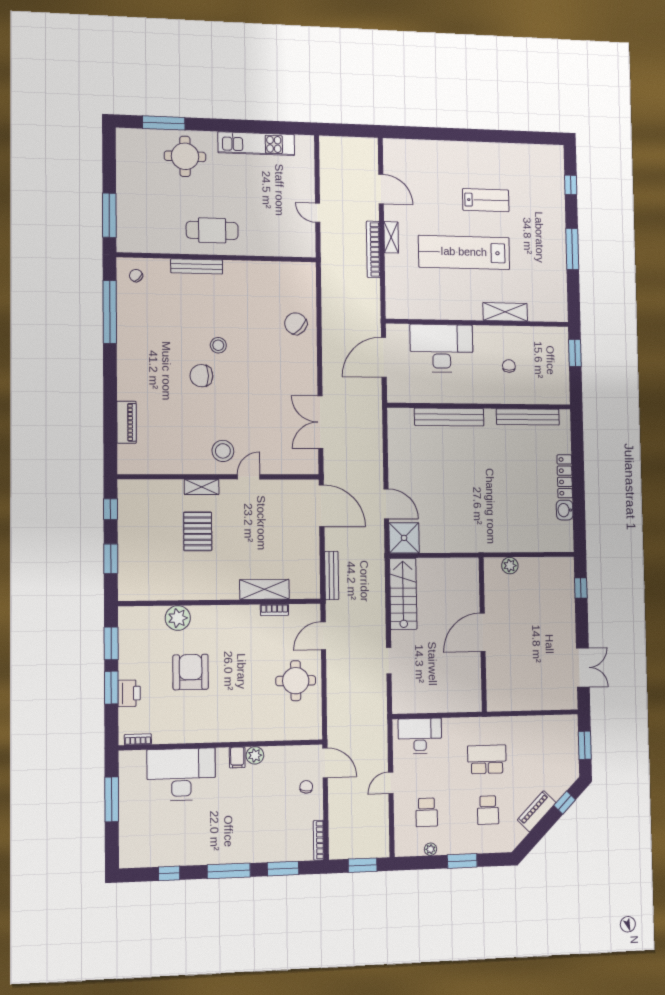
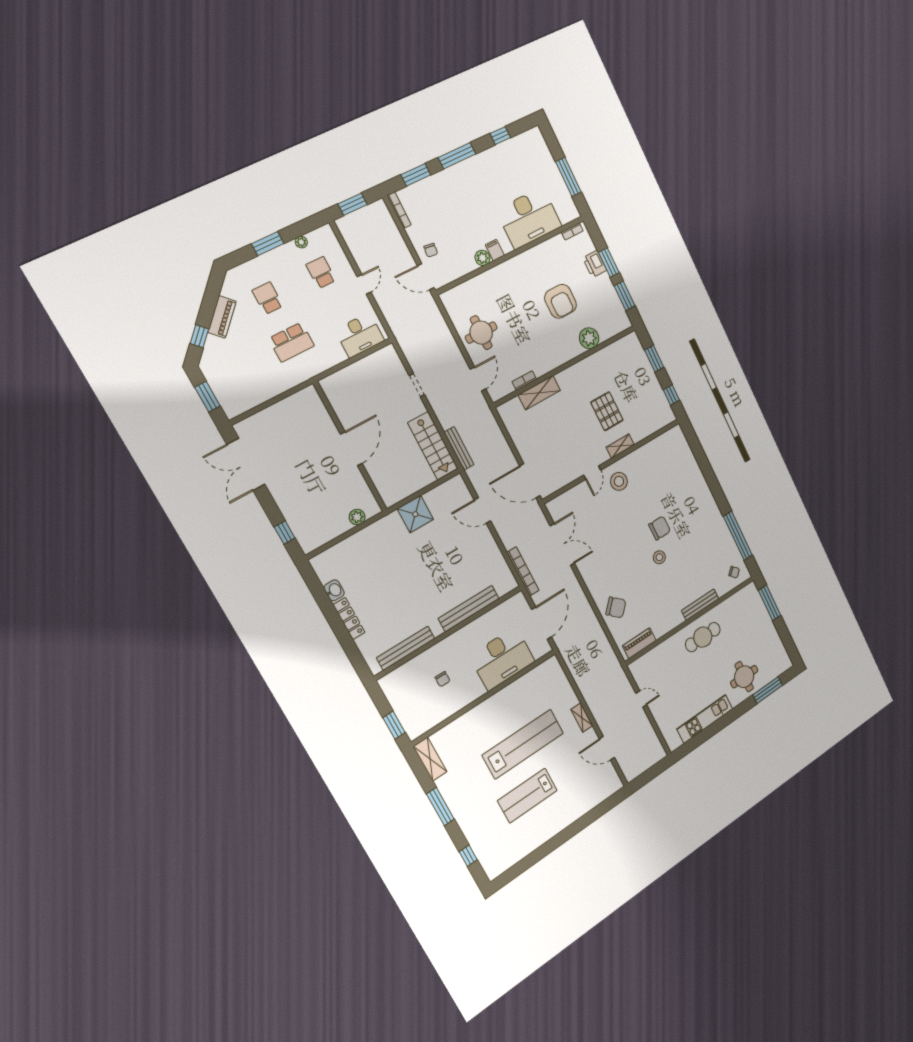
lab bench: (486, 200) -> (527, 796), width x1.36, depth x1.39
bookcase: (373, 249) -> (523, 571), moved
shelving: (505, 312) -> (430, 759), moved, turned 90
piano: (127, 422) -> (639, 643), moved, turned 90
shower: (404, 538) -> (415, 514), moved
bench: (332, 575) -> (459, 448), moved
double door: (583, 668) -> (246, 464), width x1.37

